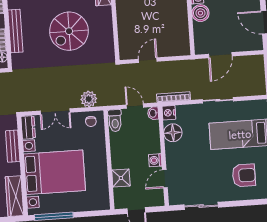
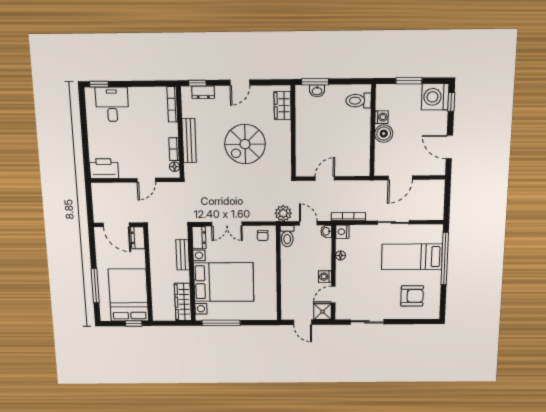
plant: (89, 99) -> (283, 213), moved
floor lamp: (173, 133) -> (341, 255), width x0.53, depth x0.53
shower: (121, 178) -> (323, 312), moved

